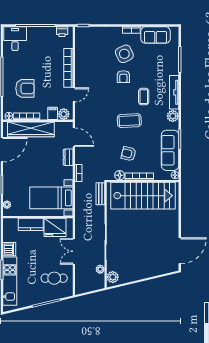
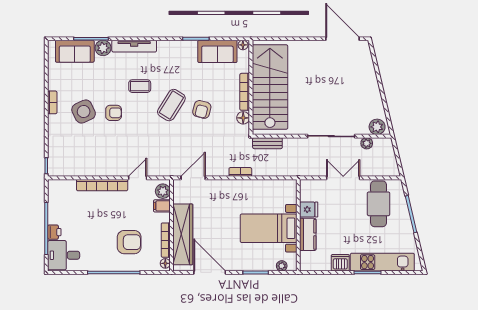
printer: (62, 32) -> (54, 232), moved
sofa: (156, 35) -> (75, 51), moved, turned 90
armchair: (25, 88) -> (129, 242), turned 90
door: (74, 95) -> (138, 178), hinge flipped
plant: (173, 116) -> (103, 48), moved
coffee table: (129, 121) -> (171, 105), turned 35
sofa: (170, 150) -> (217, 51), width x0.73
armchair: (129, 154) -> (202, 109), moved
dresser: (68, 157) -> (220, 186), removed
bed with nightstands: (51, 198) -> (269, 228), moved, turned 90
fridge: (55, 227) -> (309, 209), width x0.53, depth x0.75
double door: (74, 251) -> (343, 178), swing flipped
cafe table: (54, 278) -> (379, 204), width x1.37, depth x1.35

